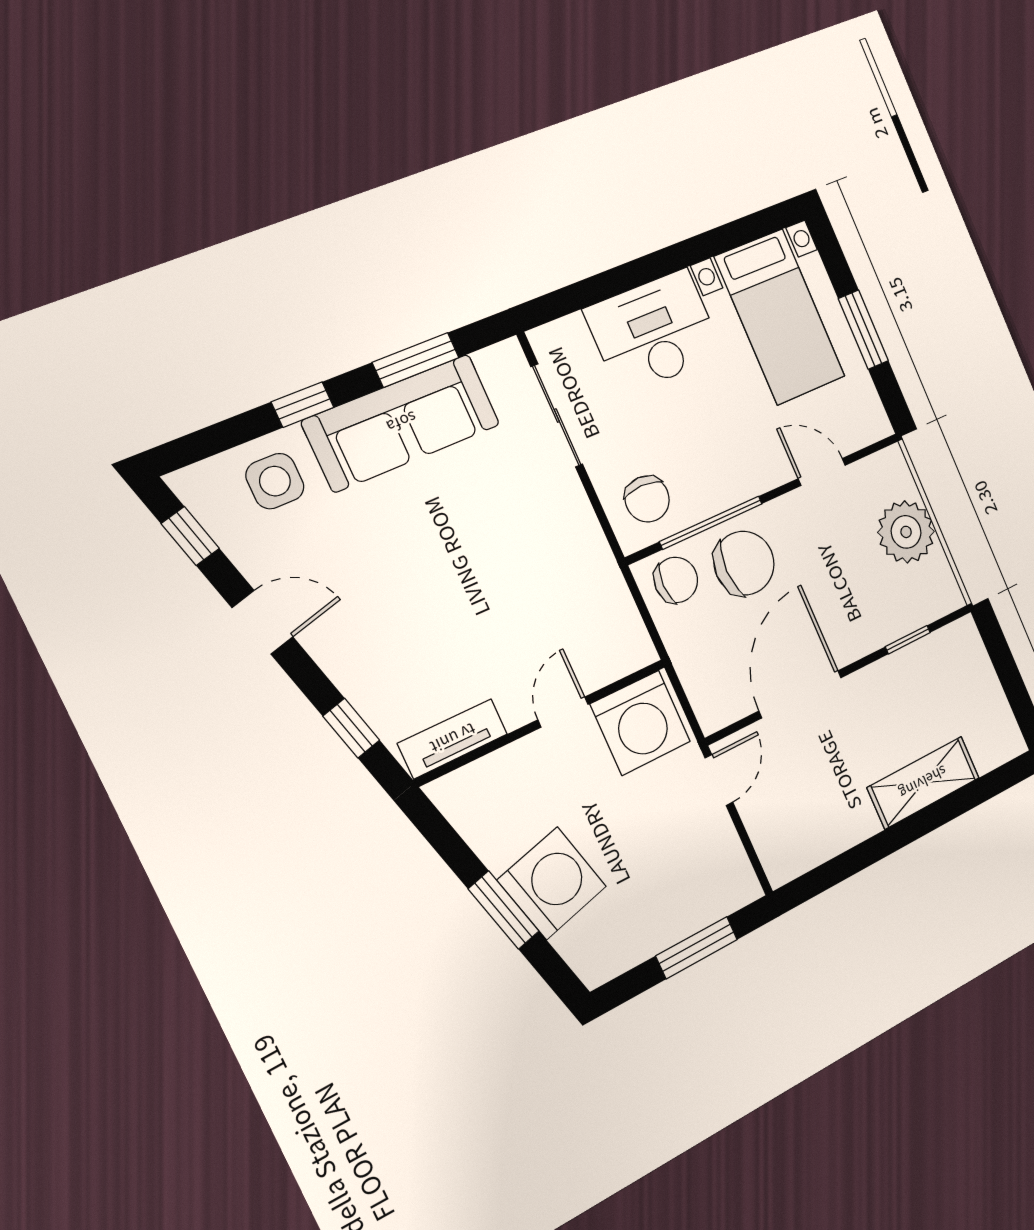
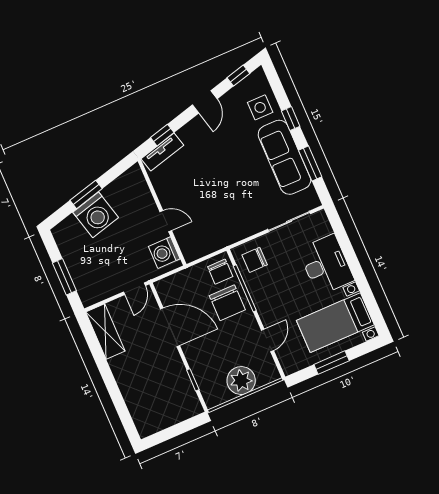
washing machine: (640, 723) -> (164, 253), width x0.73, depth x0.73
tv unit: (453, 739) -> (162, 152), moved, turned 75
door: (719, 780) -> (134, 289), hinge flipped
shelving: (923, 783) -> (105, 331), moved

